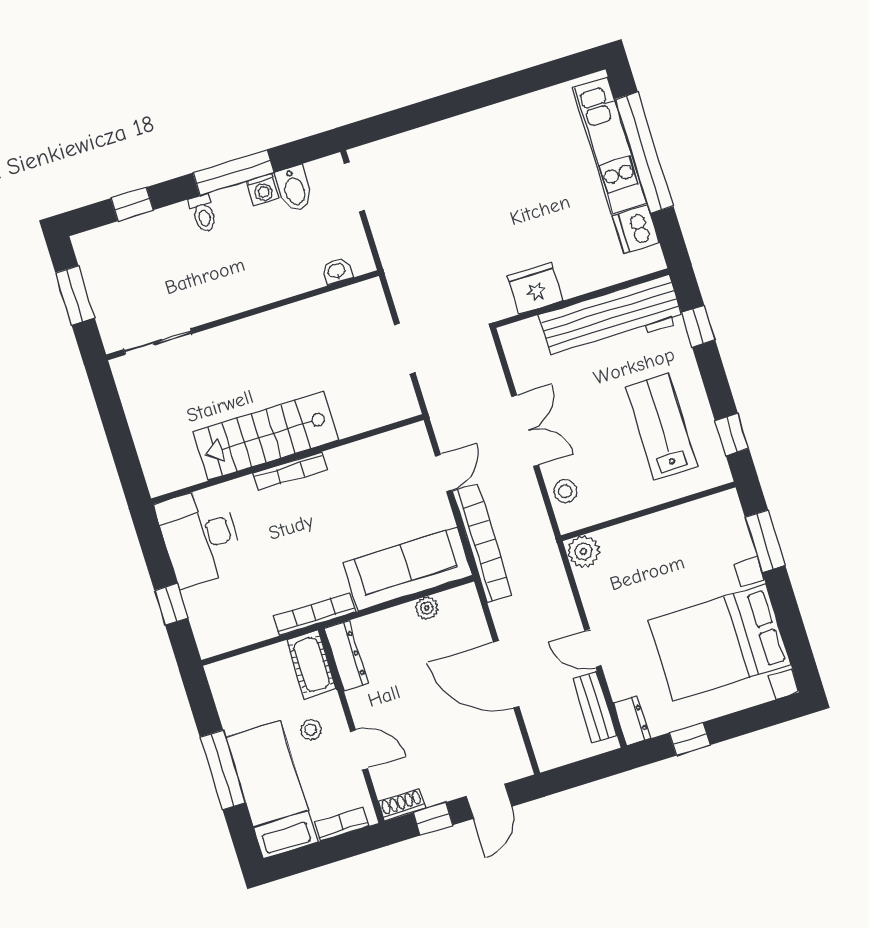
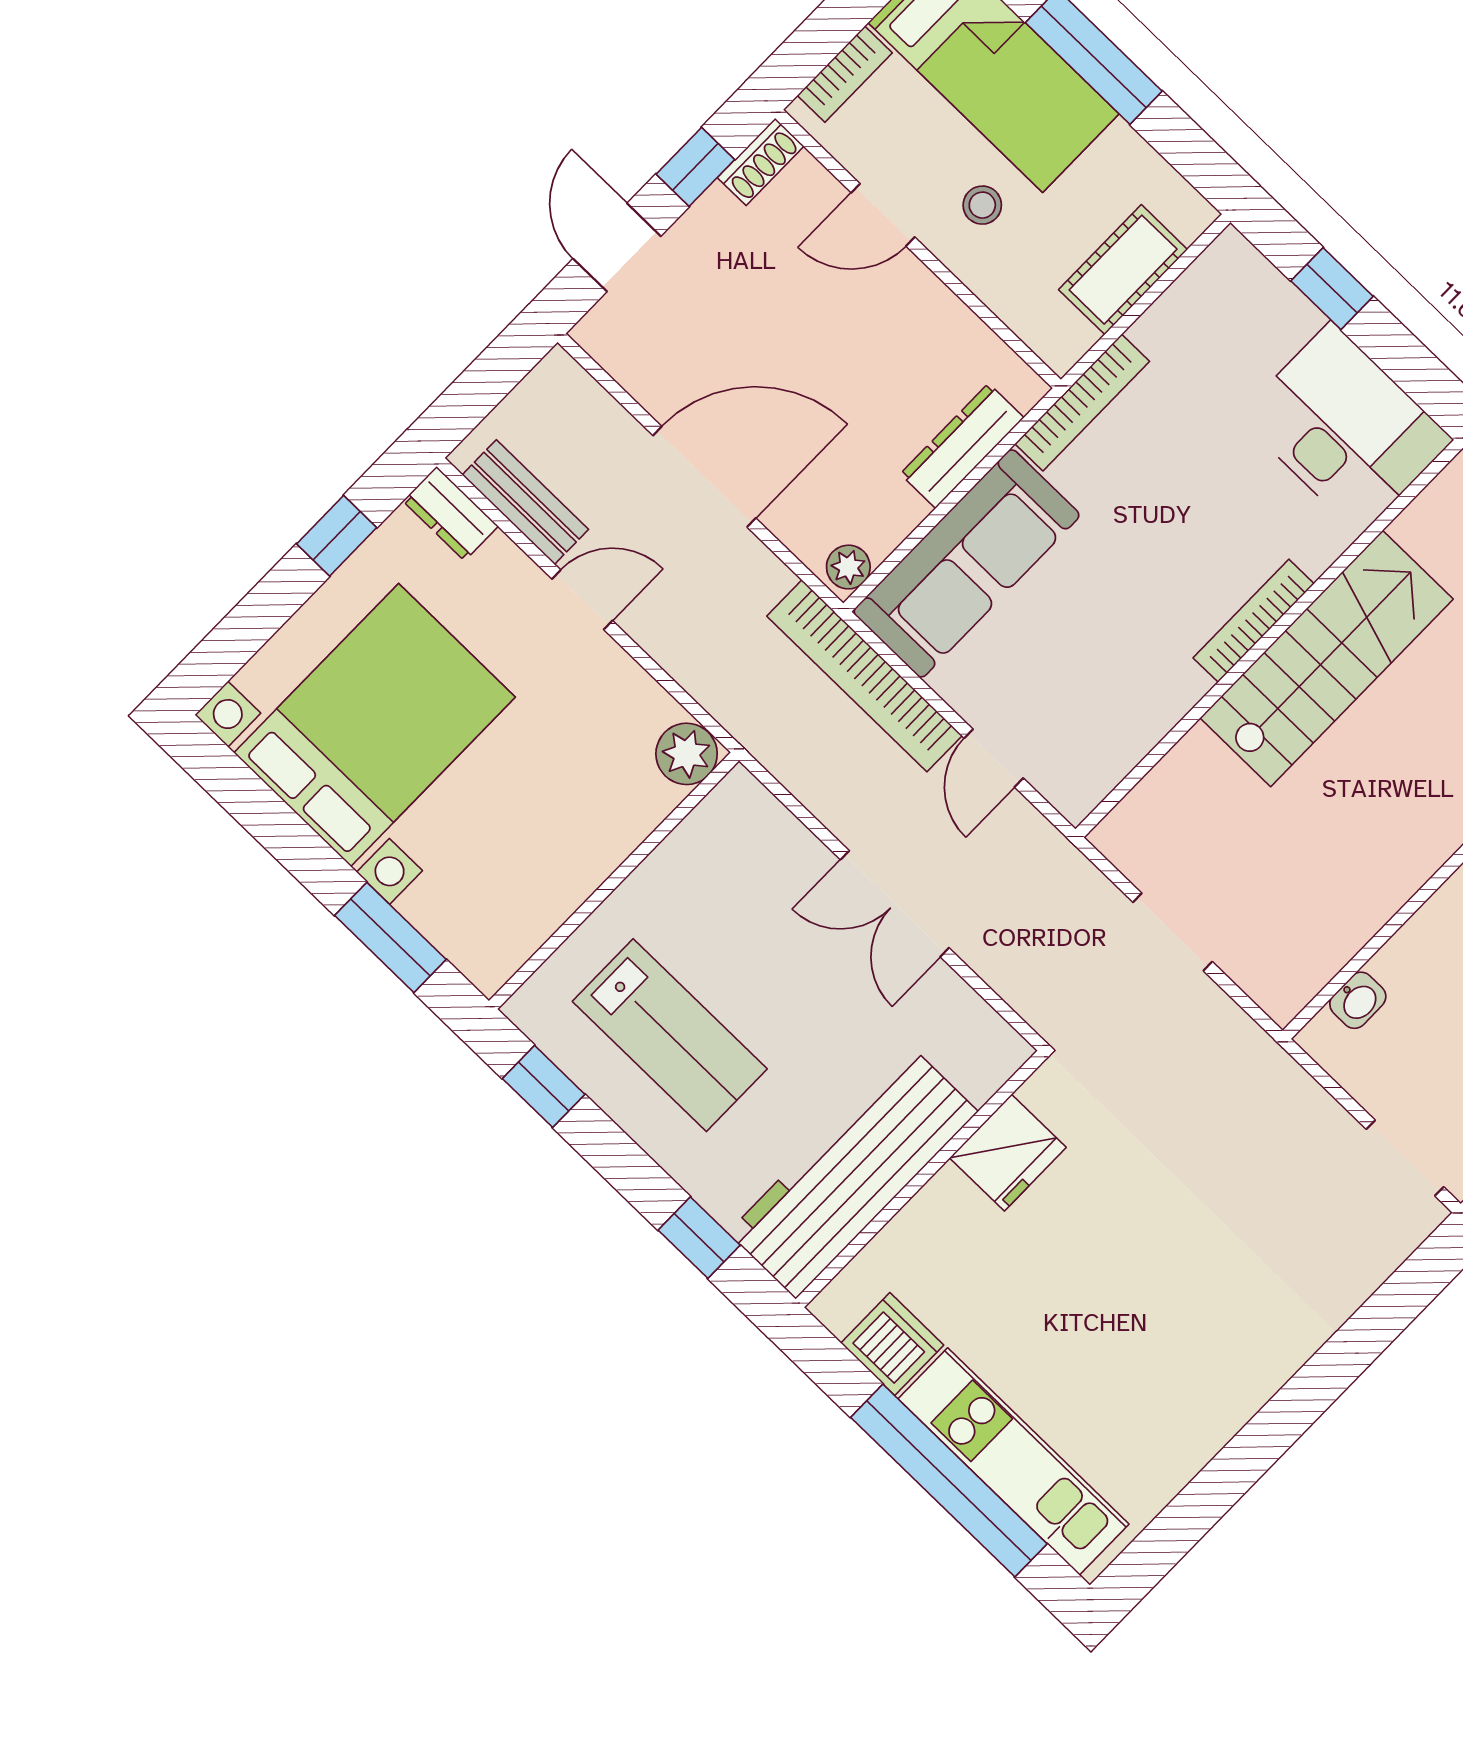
stool: (565, 491) -> (772, 839), removed
plant: (427, 608) -> (848, 567), moved
dresser: (346, 656) -> (962, 446), moved, turned 90
cot: (312, 665) -> (1123, 270), moved, turned 90

